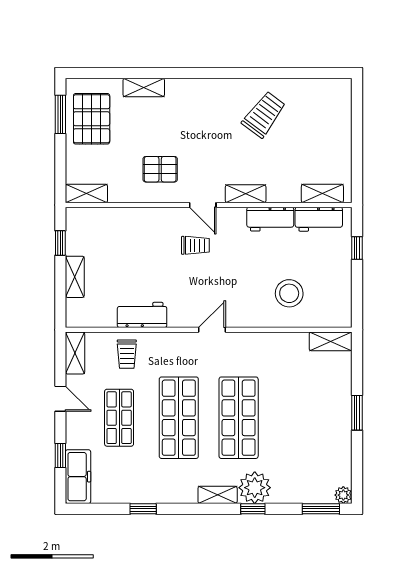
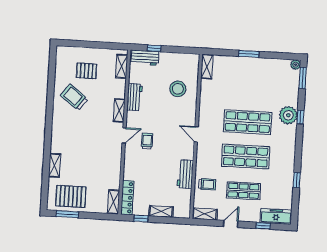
pallet: (160, 169) -> (86, 71), moved, turned 90
locker: (95, 217) -> (127, 198), added
workbench: (319, 219) -> (145, 58), moved, turned 90
shelving: (218, 495) -> (291, 137), removed

